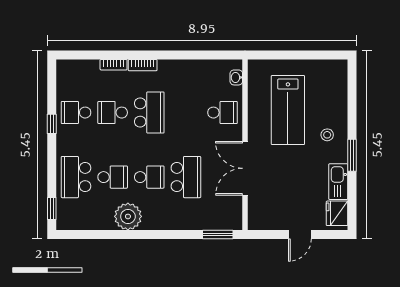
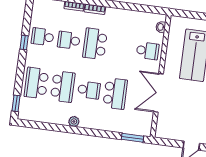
school desk: (149, 113) -> (95, 44), turned 180
school desk: (113, 177) -> (63, 87), width x1.85
plant: (128, 216) -> (74, 121), width x0.53, depth x0.53

